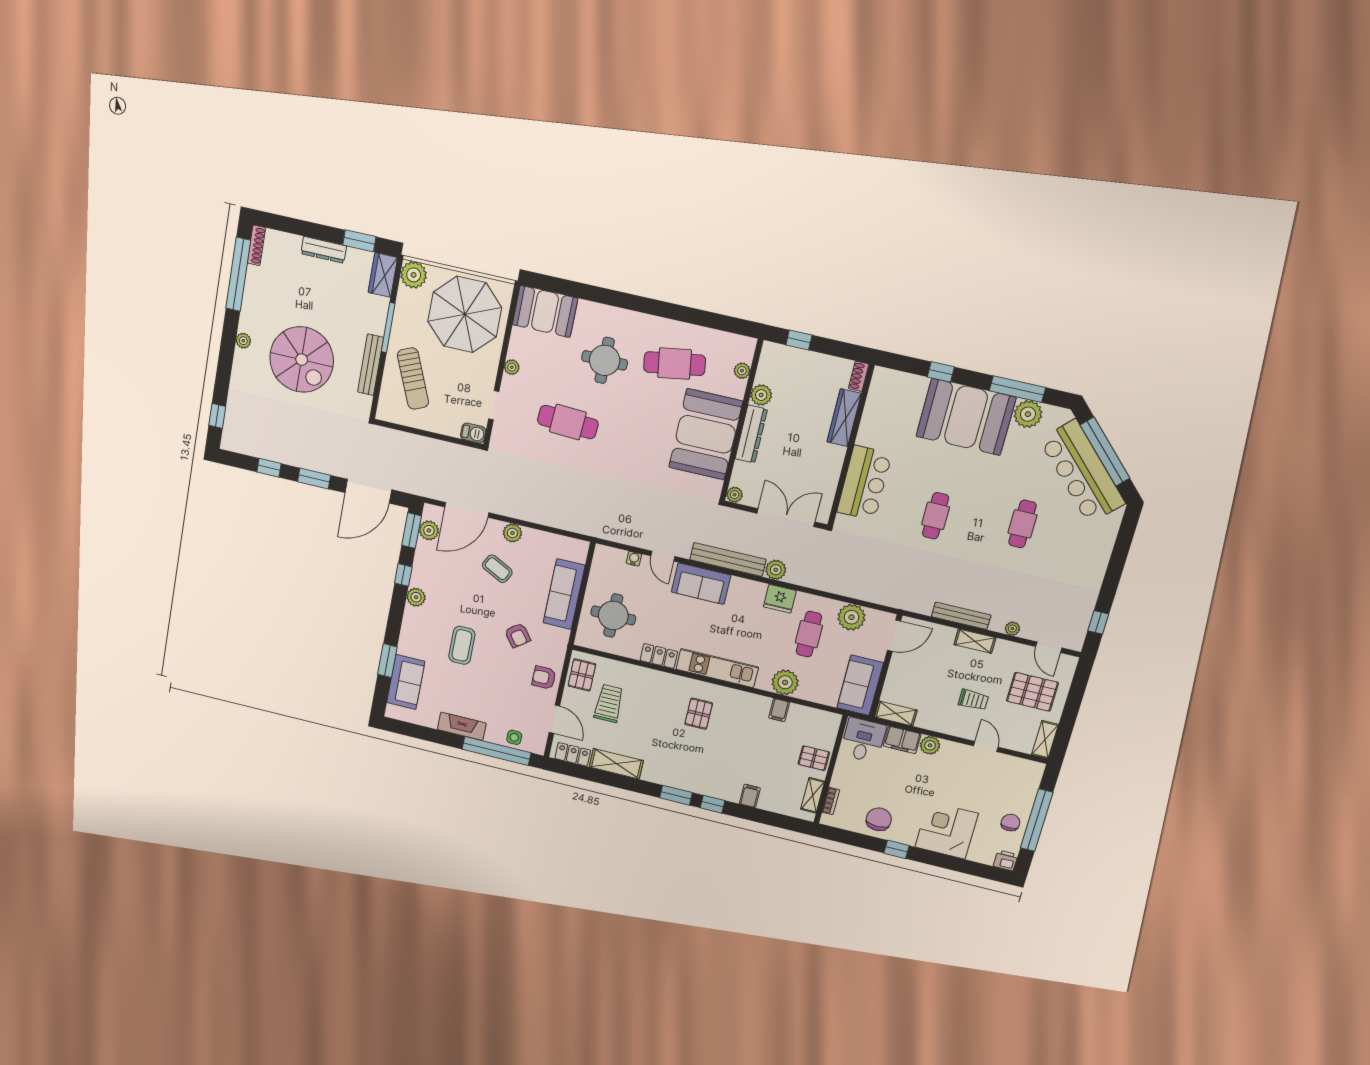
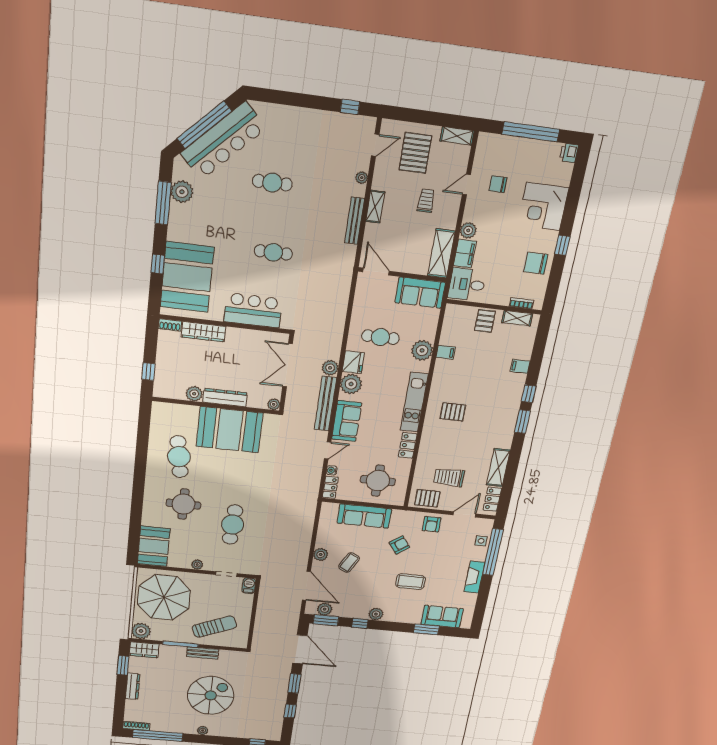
bench: (371, 365) -> (203, 653), width x0.73
plant: (742, 371) -> (178, 409), removed
booth: (966, 417) -> (187, 277), moved
locker: (610, 555) -> (330, 487), added
plant: (851, 617) -> (351, 384), moved
shelving: (896, 714) -> (441, 253), width x1.50, depth x1.33
chair: (1010, 823) -> (498, 184), moved

